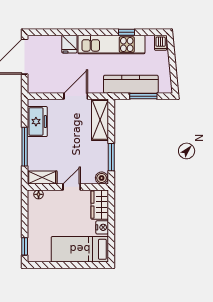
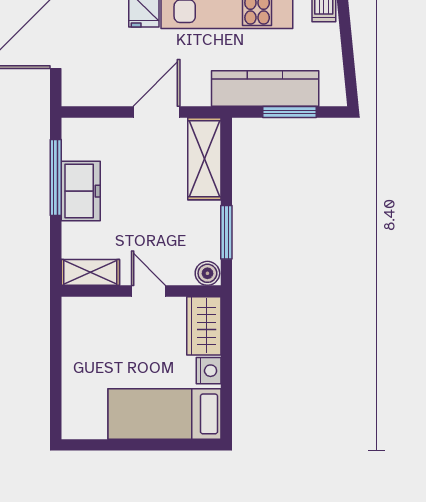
freezer: (37, 122) -> (81, 191), moved
window: (25, 147) -> (56, 178), moved
door: (72, 187) -> (148, 291), hinge flipped
floor lamp: (39, 194) -> (83, 306), removed
window: (25, 246) -> (56, 408), removed

